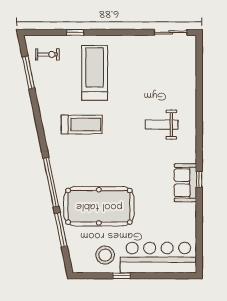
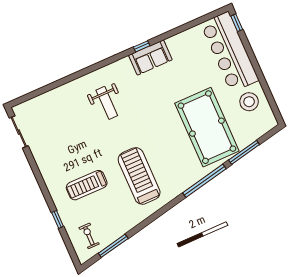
treadmill: (95, 73) -> (87, 185), width x0.73, depth x0.73
treadmill: (82, 124) -> (139, 176), width x1.37, depth x1.38
window: (122, 276) -> (237, 23), moved

